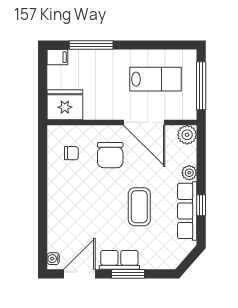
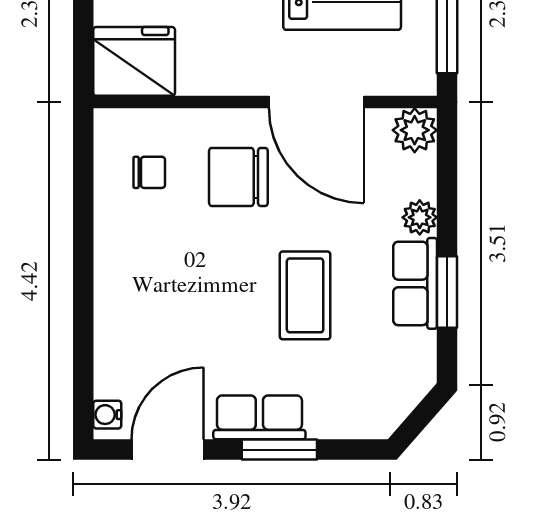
chair: (110, 155) -> (238, 177), turned 90
window: (201, 205) -> (447, 292), width x1.50
row of seats: (187, 211) -> (415, 283), width x0.68

